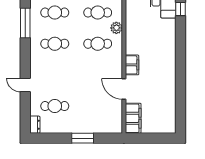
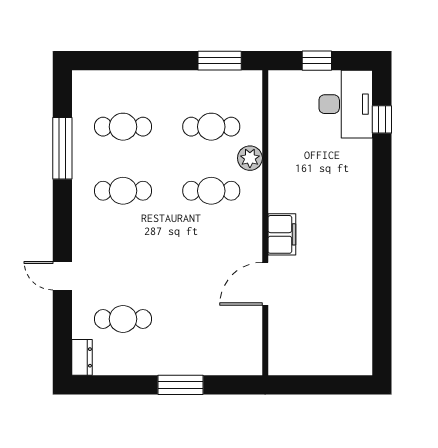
door: (124, 89) -> (265, 284), hinge flipped
filing cabinet: (133, 118) -> (284, 344), removed

